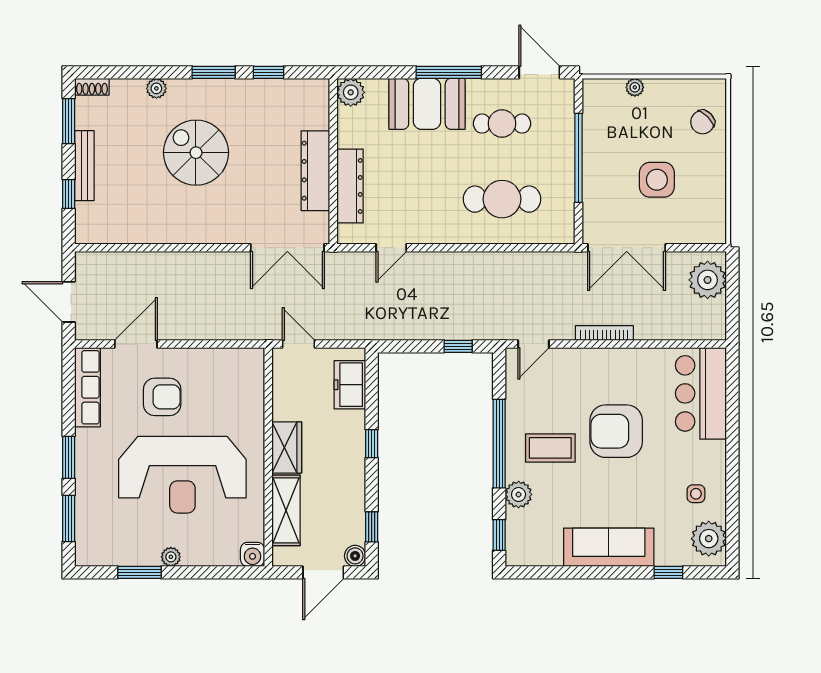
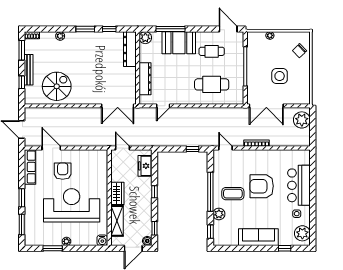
window: (449, 72) -> (171, 29), moved
spiral stairs: (196, 153) -> (57, 86), moved, turned 90
dresser: (315, 171) -> (130, 49), moved
door: (136, 344) -> (51, 148), hinge flipped
door: (534, 344) -> (225, 148), swing flipped
bar counter: (701, 393) -> (299, 185), moved
armchair: (162, 397) -> (63, 171), turned -90
reception desk: (182, 475) -> (72, 205), turned 180

